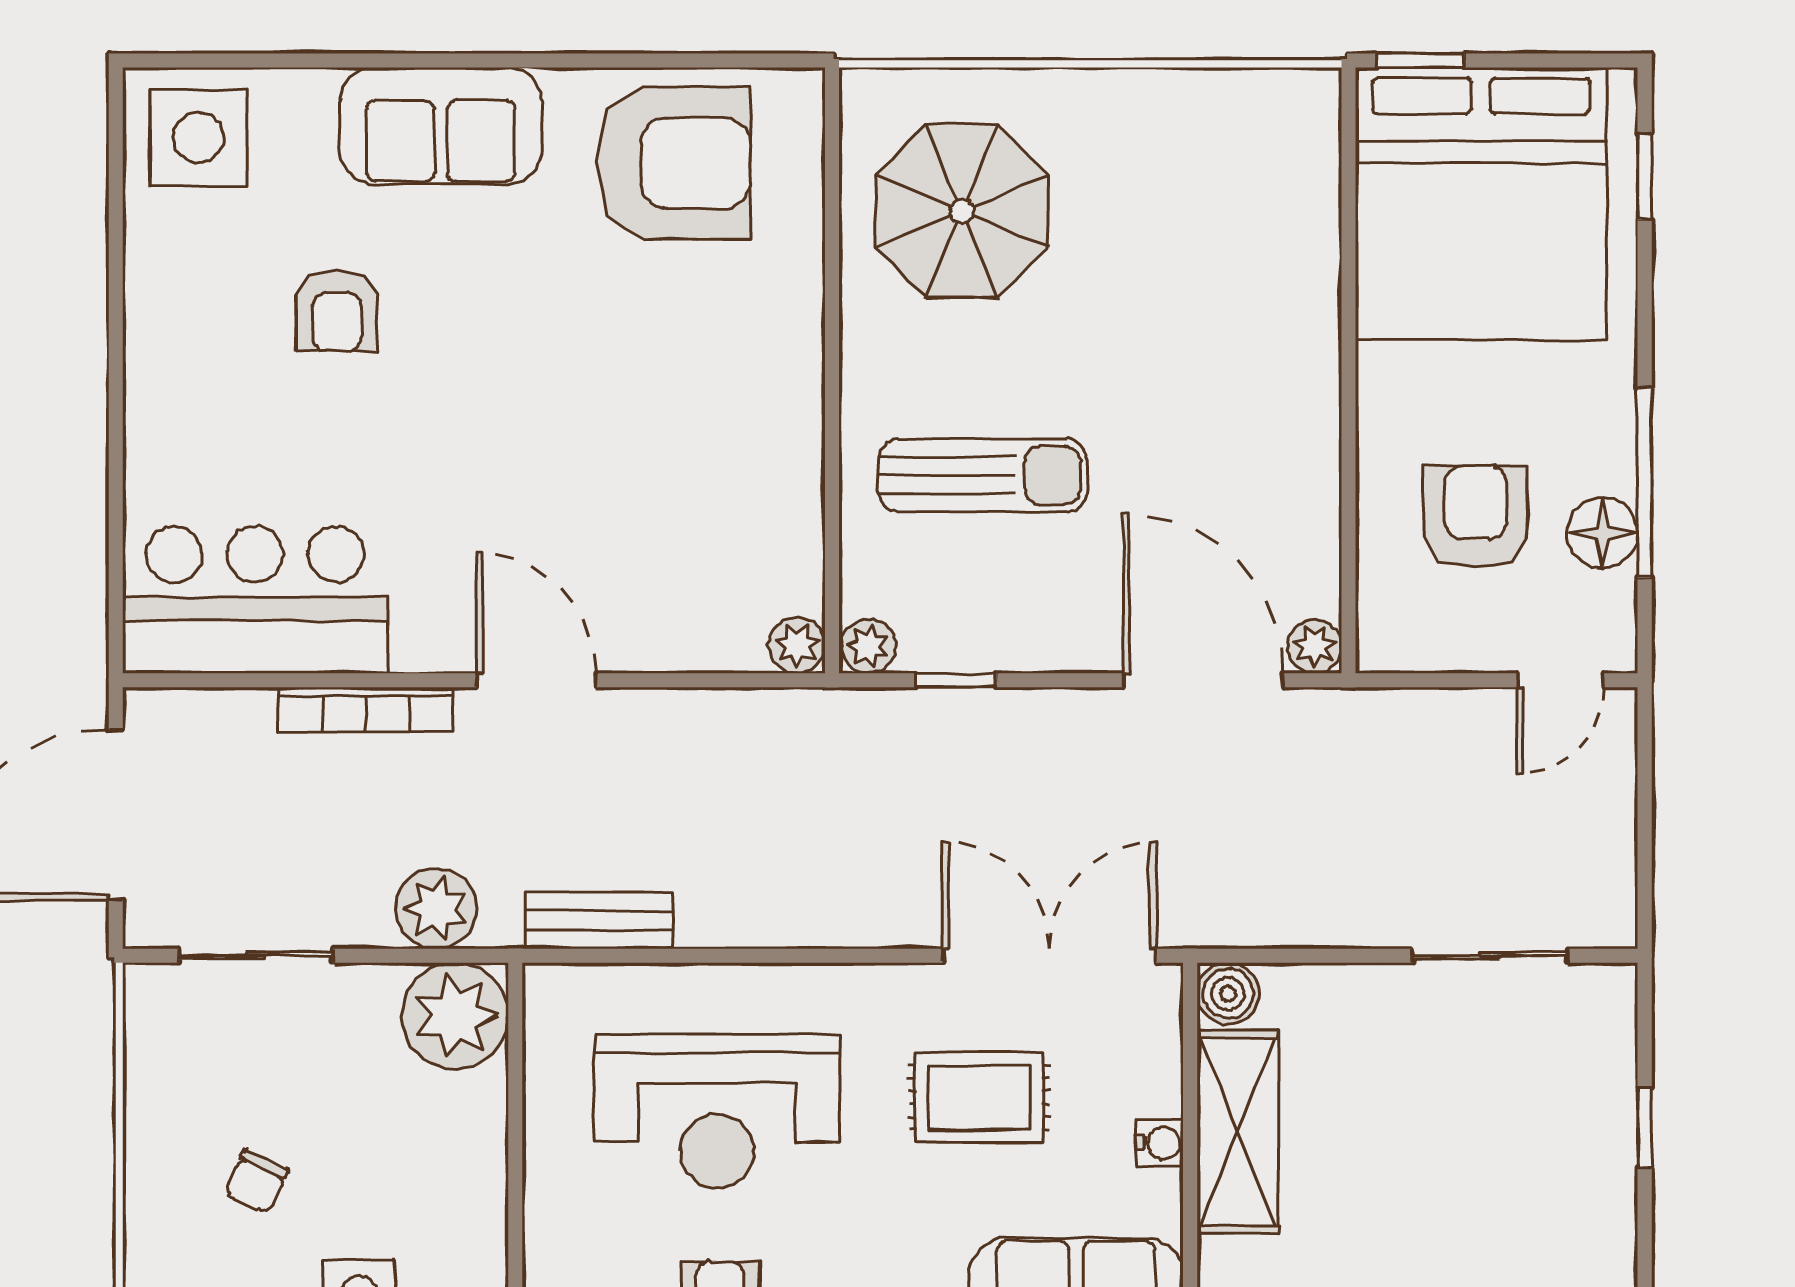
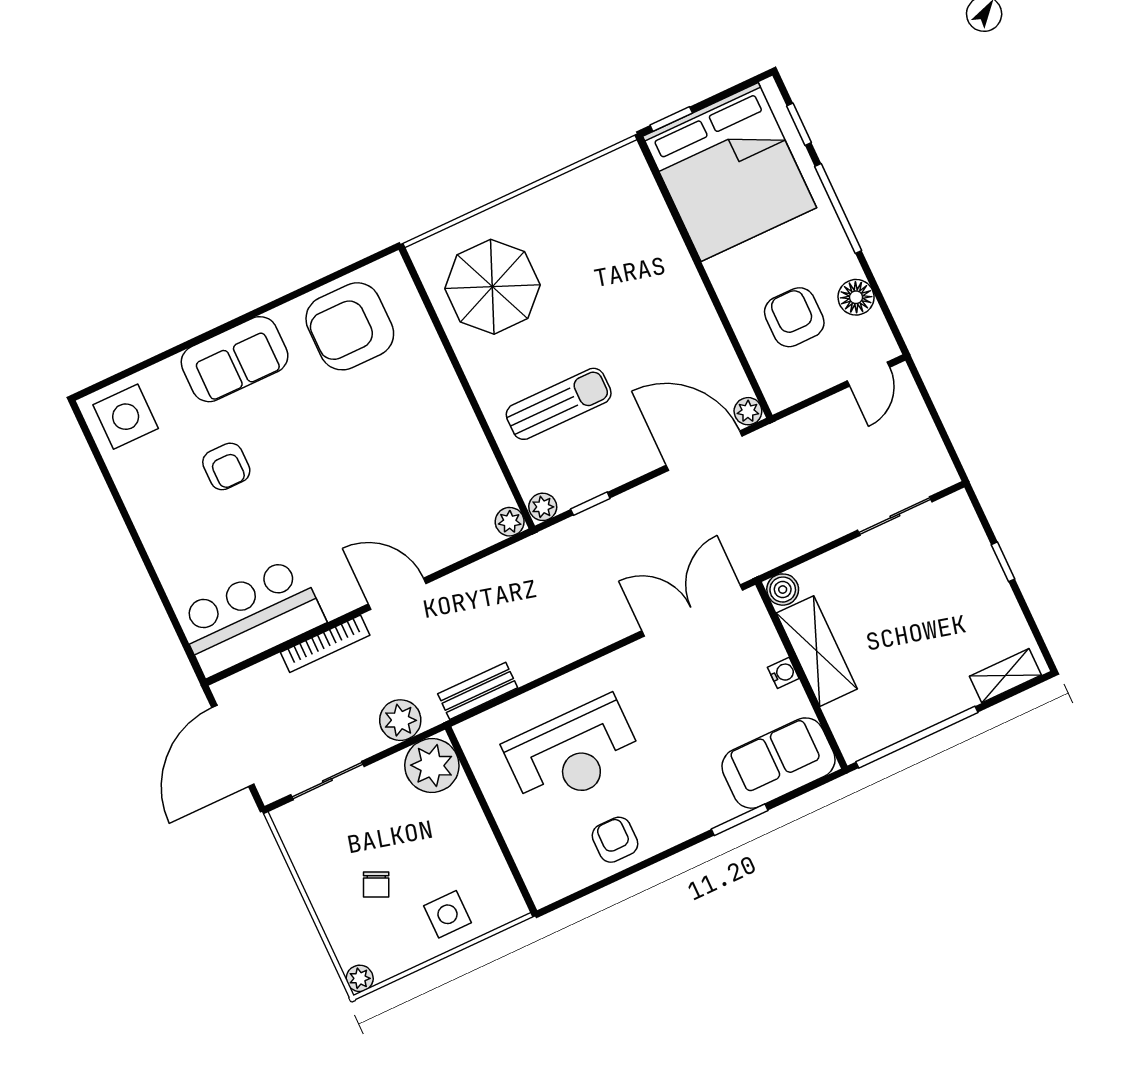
armchair: (674, 163) -> (350, 326), turned 180
window: (1645, 483) -> (838, 208), moved
rug: (979, 1097) -> (690, 691), removed

